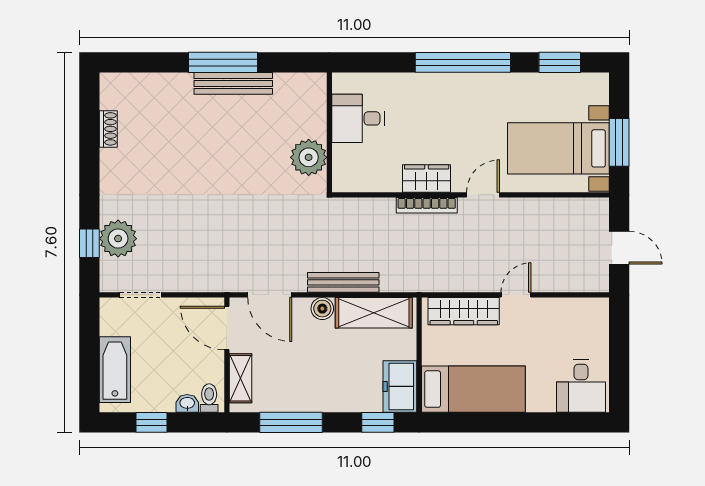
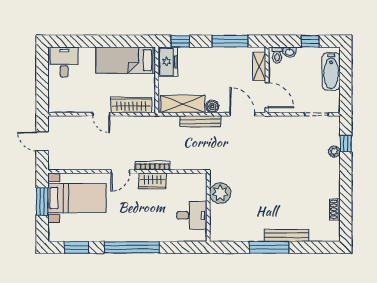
bench: (233, 83) -> (286, 235), moved
plant: (118, 239) -> (334, 152), width x0.53, depth x0.53
door: (516, 295) -> (101, 114), hinge flipped

